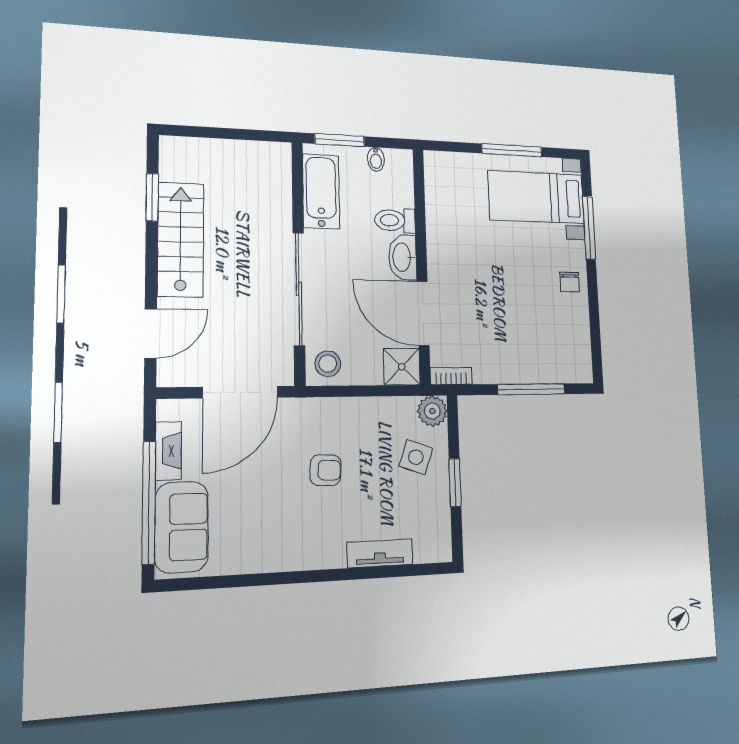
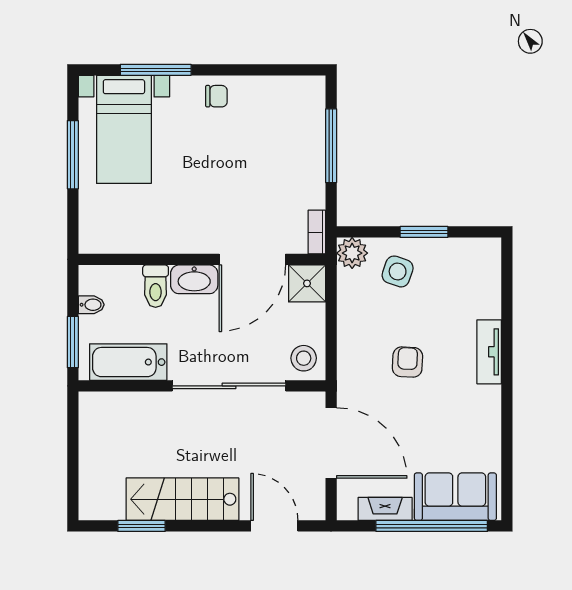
tv unit: (380, 553) -> (489, 352), moved

